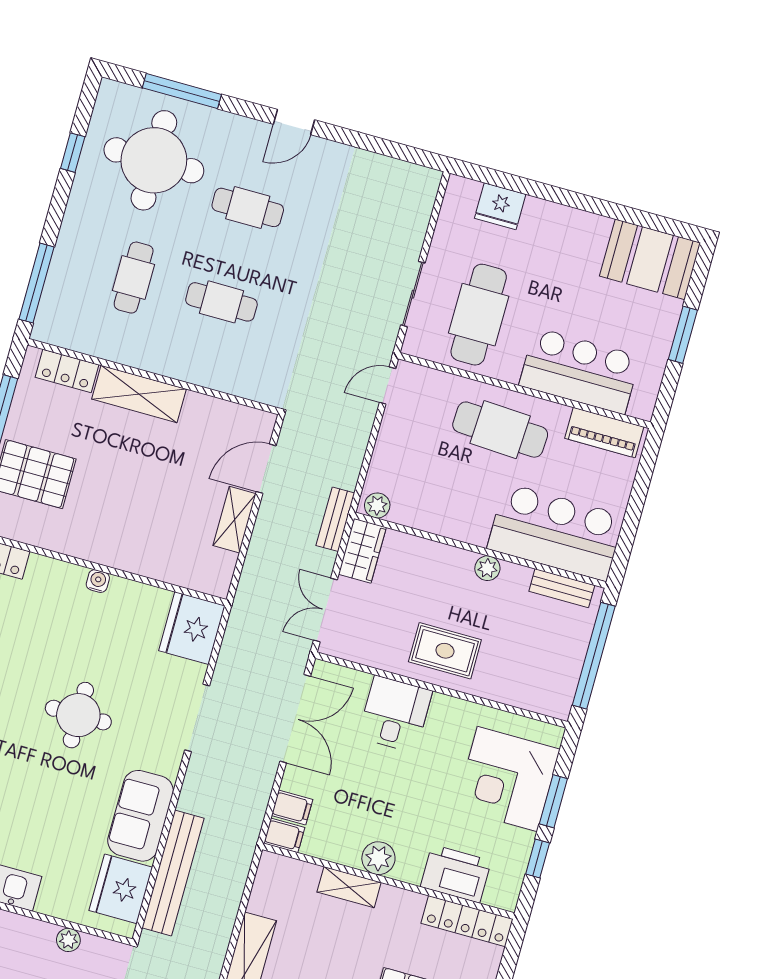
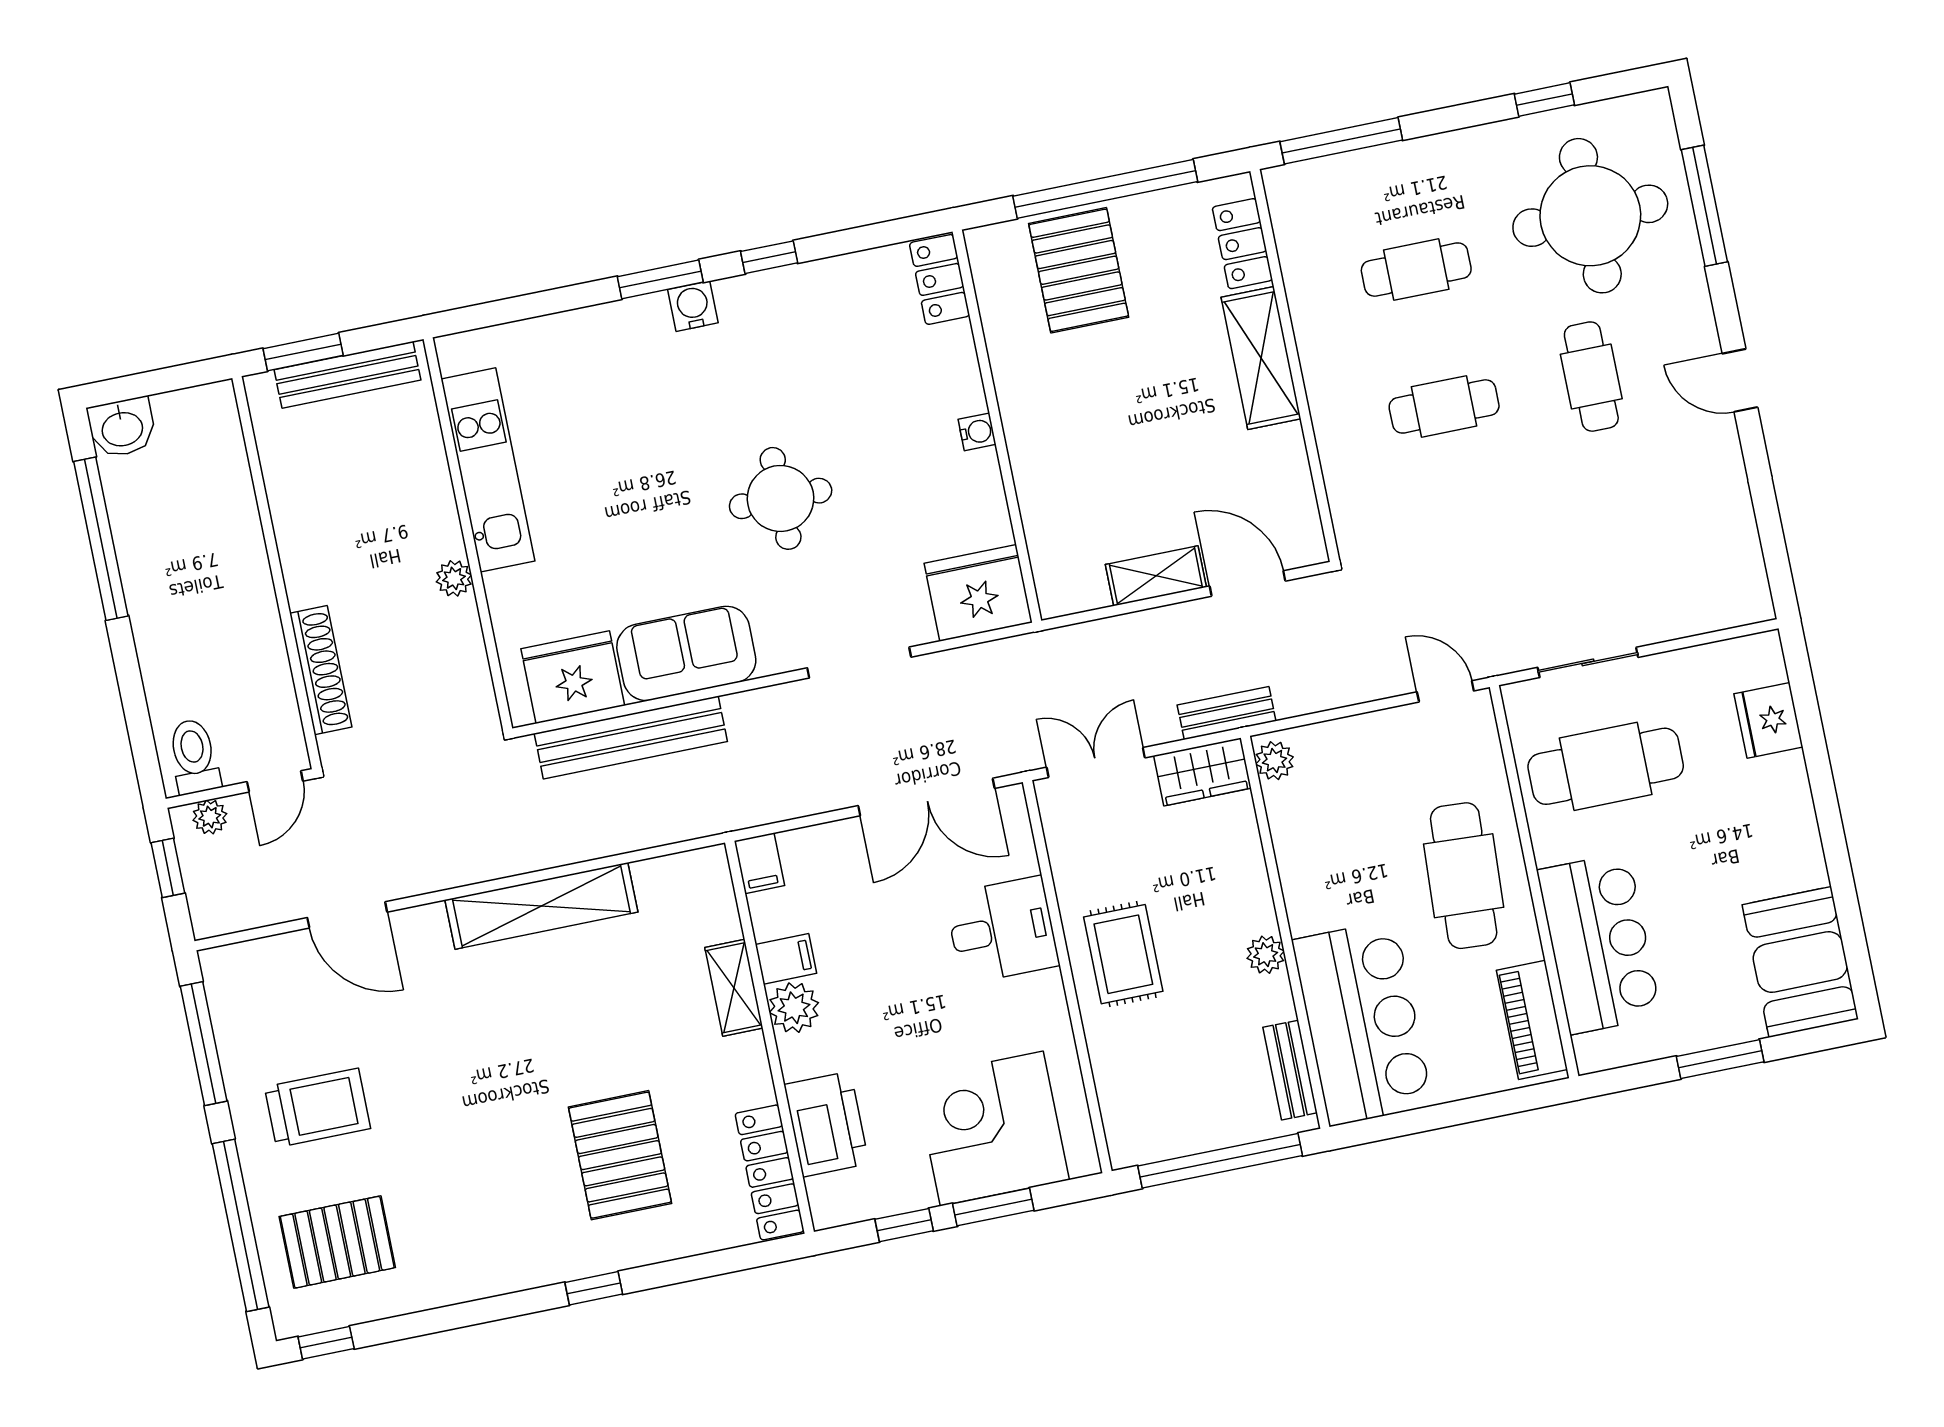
cafe table: (221, 302) -> (1444, 406), turned 90
filing cabinet: (292, 808) -> (786, 959), moved, turned -90
plant: (68, 940) -> (454, 578), moved

